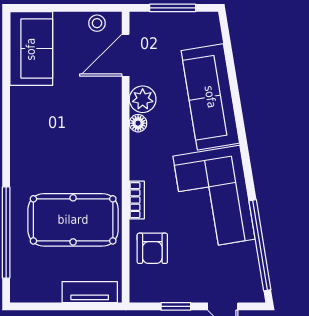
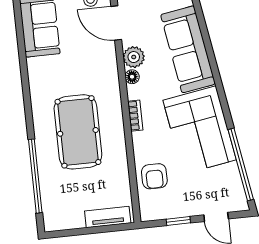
door: (126, 55) -> (116, 23), hinge flipped
bookcase: (137, 200) -> (135, 116), moved
pool table: (73, 220) -> (78, 132), moved, turned 90

